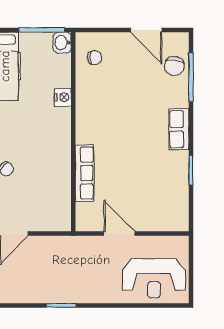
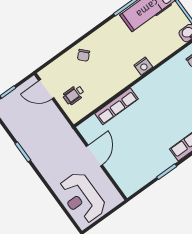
nightstand: (63, 97) -> (143, 66), moved
wheelchair: (40, 209) -> (74, 95), added

